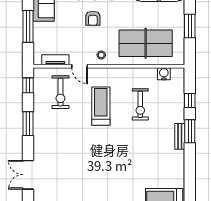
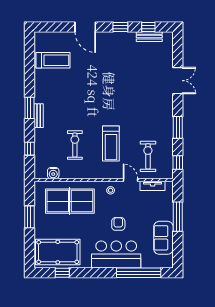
window: (190, 131) -> (29, 108), moved

